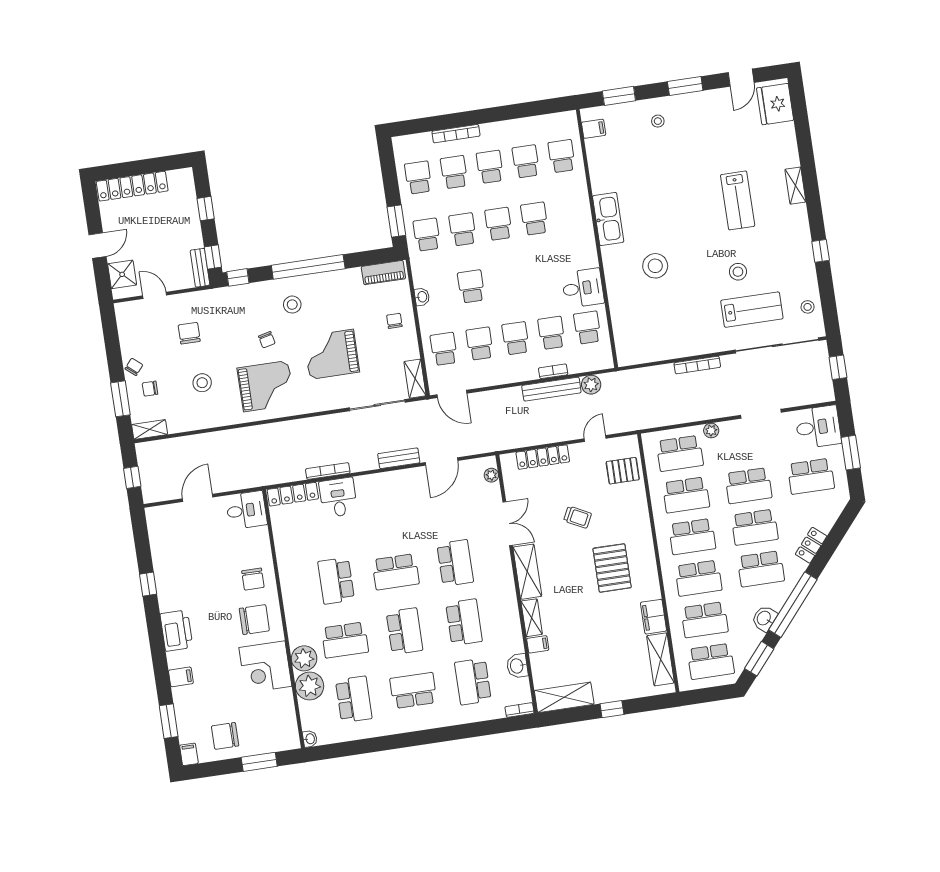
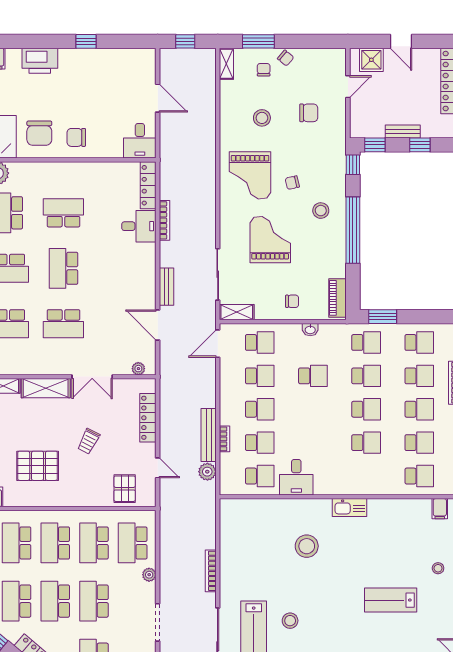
lab bench: (738, 200) -> (391, 600), moved
kitchen sink: (608, 219) -> (349, 508), width x0.73, depth x0.81
bench: (200, 268) -> (403, 132), moved

